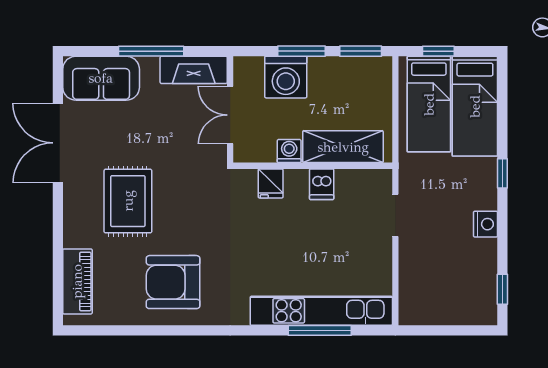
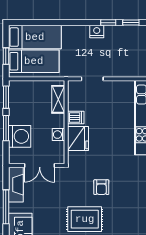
shelving: (343, 147) -> (58, 99), width x0.67, depth x0.75
window: (502, 173) -> (108, 23), moved
fridge: (271, 183) -> (78, 139), width x1.88, depth x1.34
armchair: (173, 282) -> (101, 187), moved, width x0.53, depth x0.53

